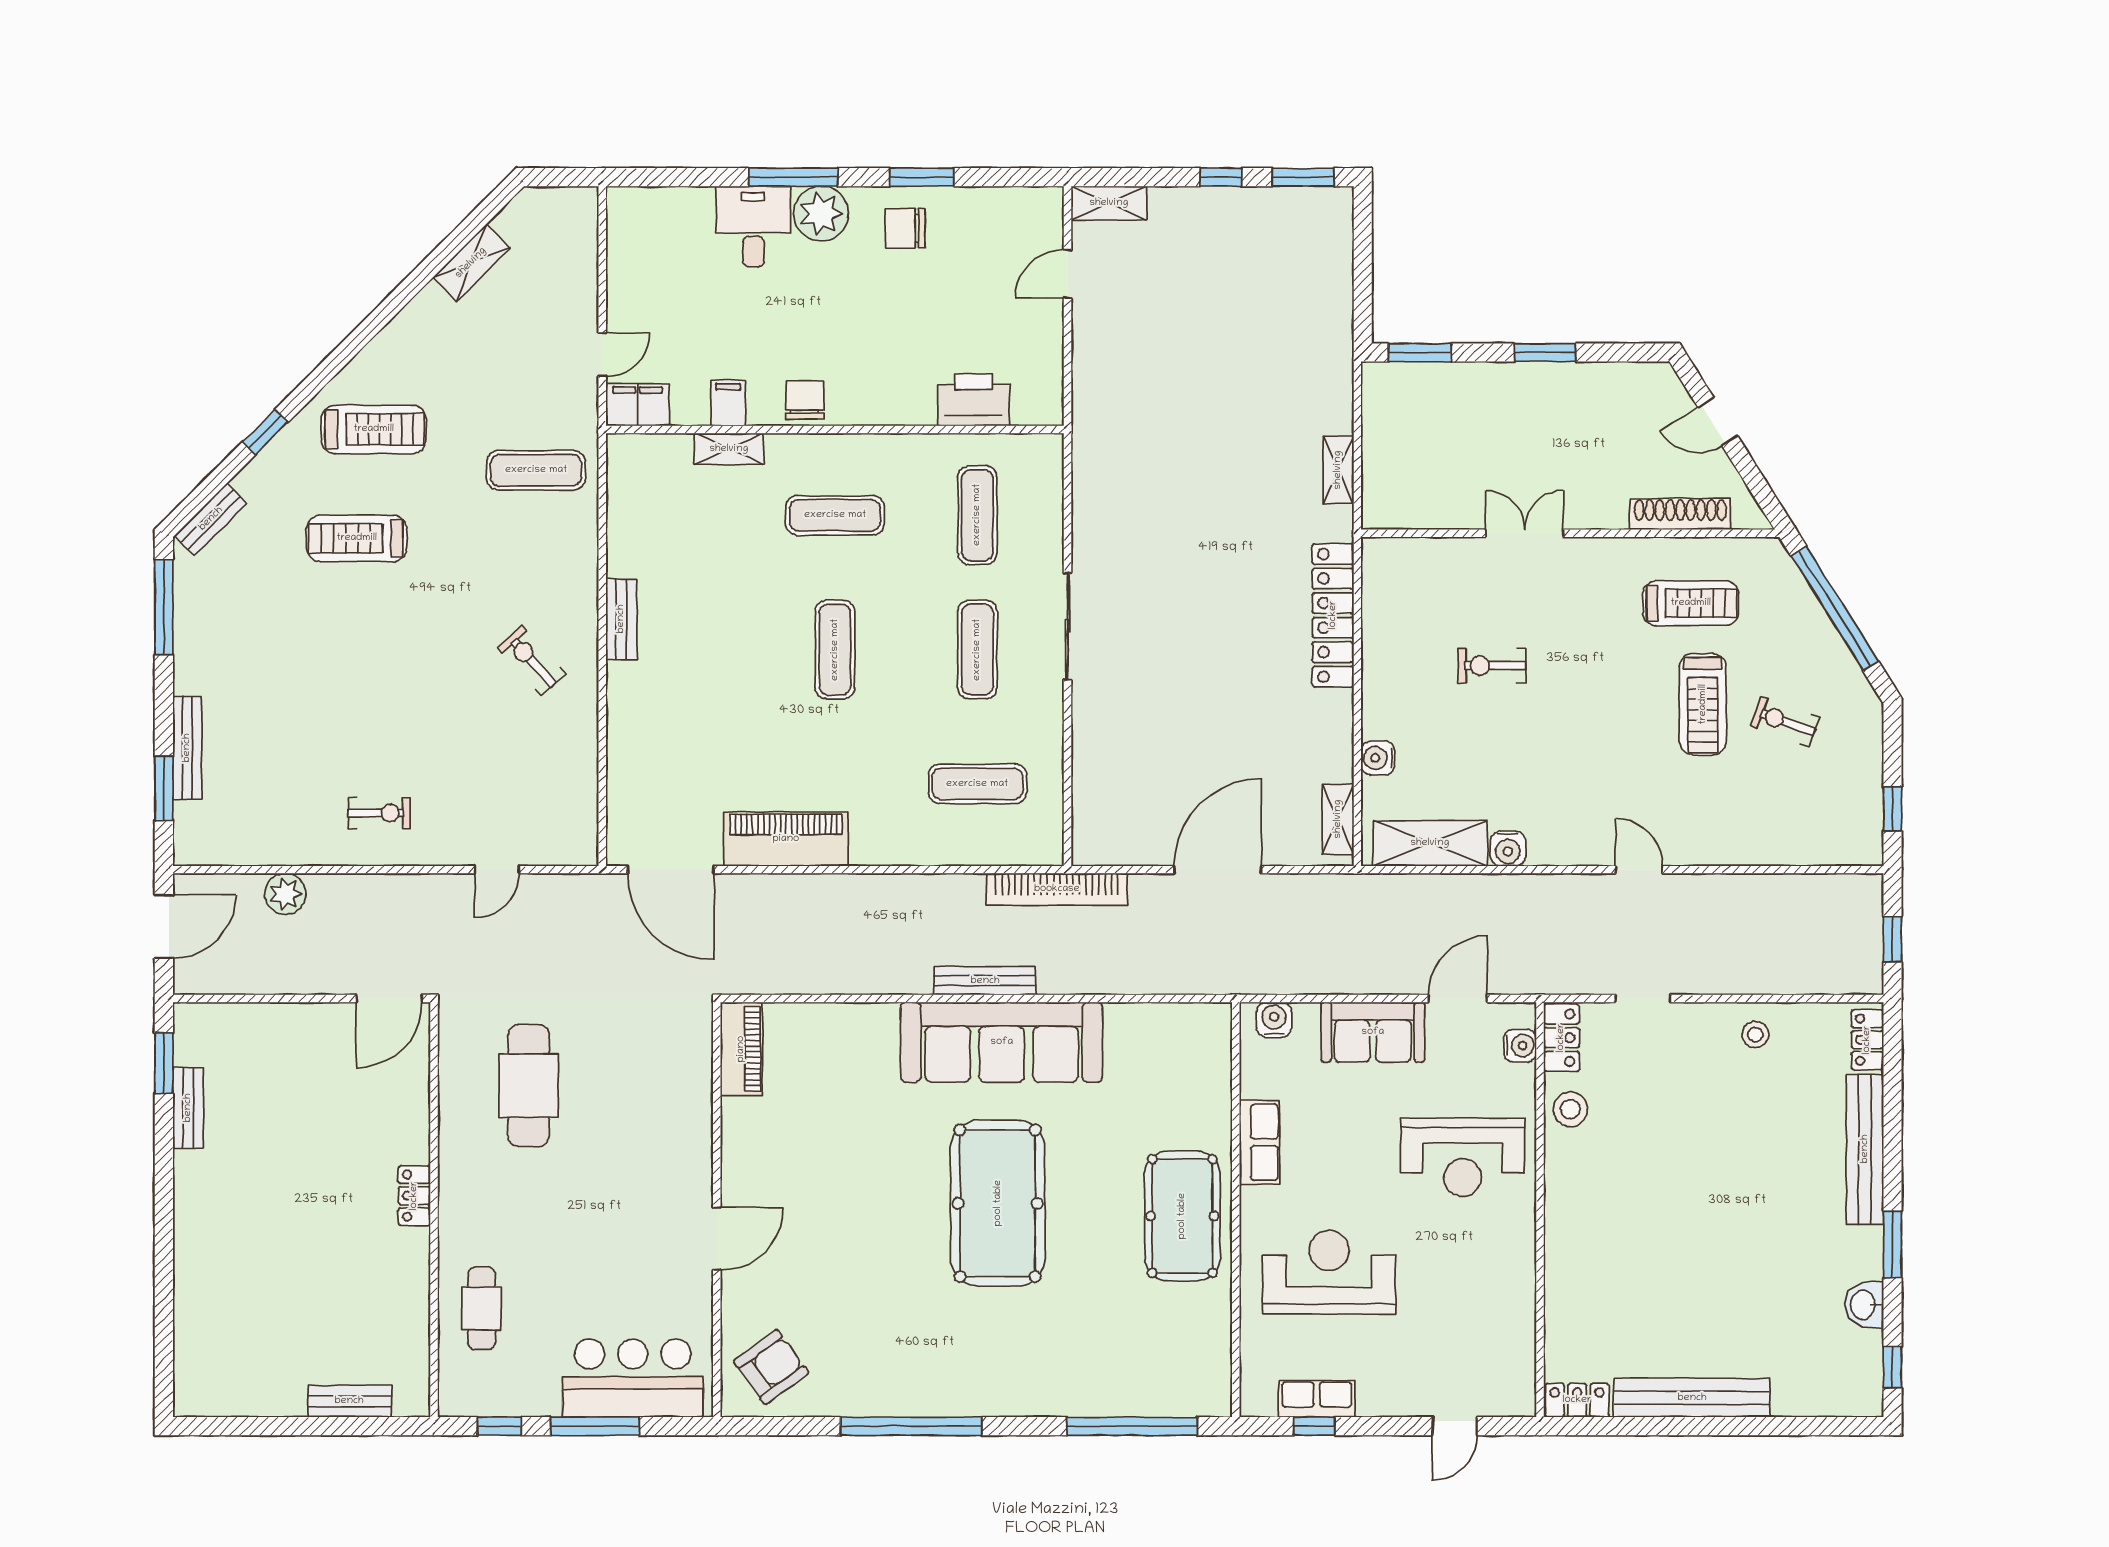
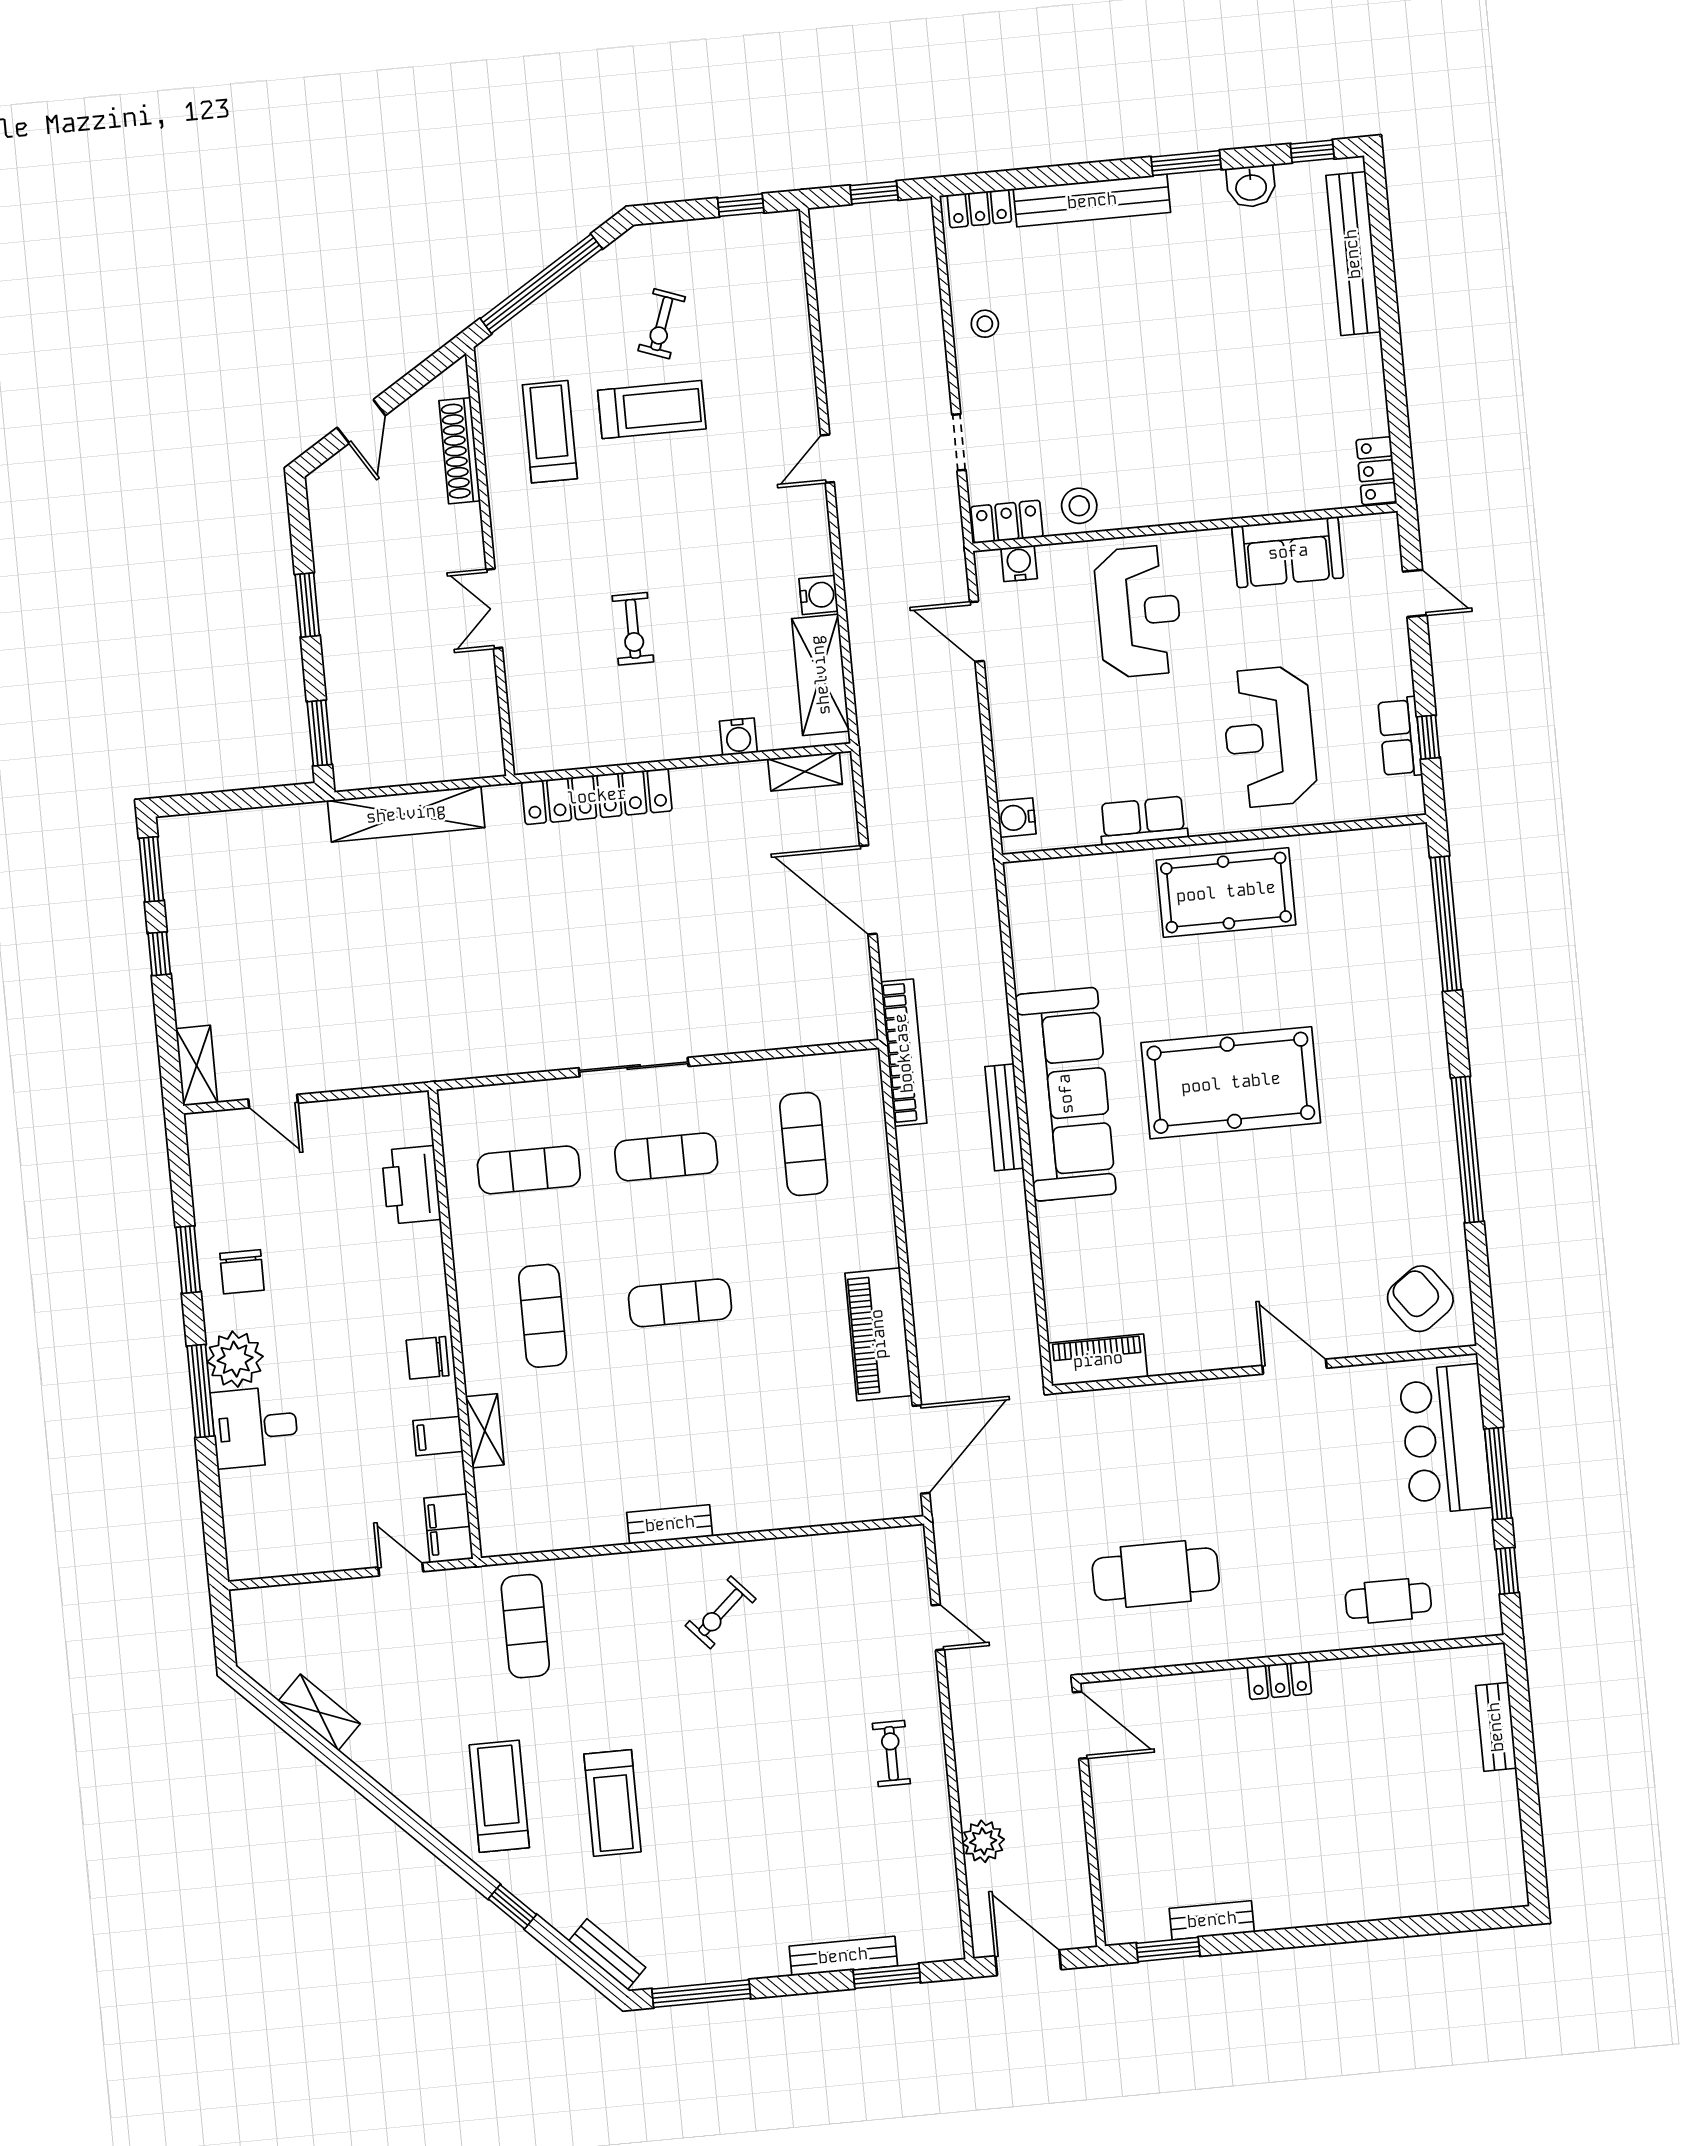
shelving: (1338, 470) -> (406, 814), width x2.20, depth x1.33
sofa: (1373, 1032) -> (1288, 552), moved, turned 90
bench: (1692, 1398) -> (1353, 254), moved

